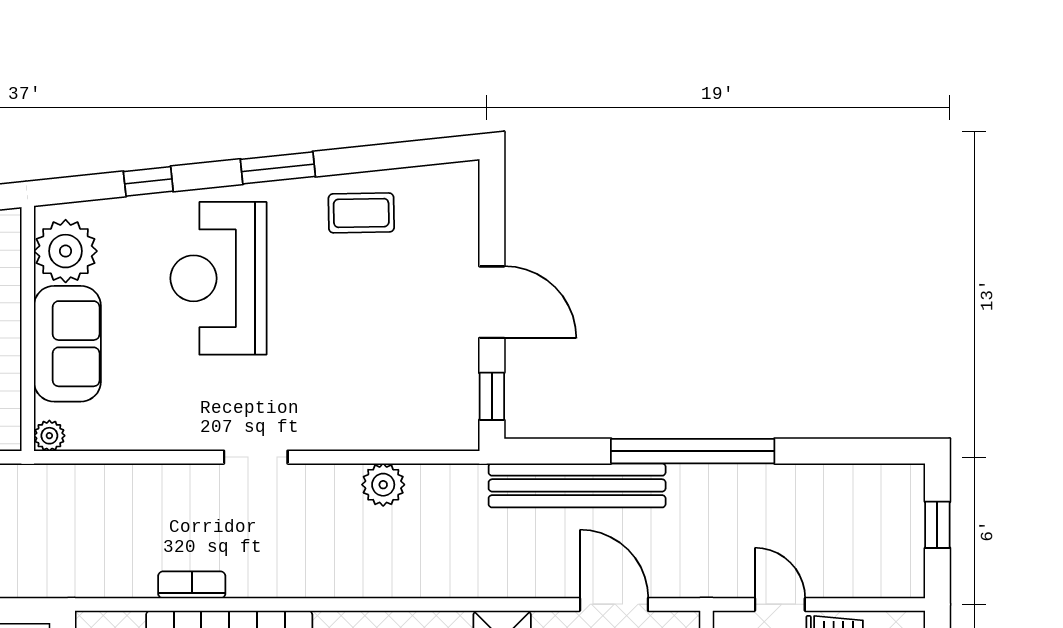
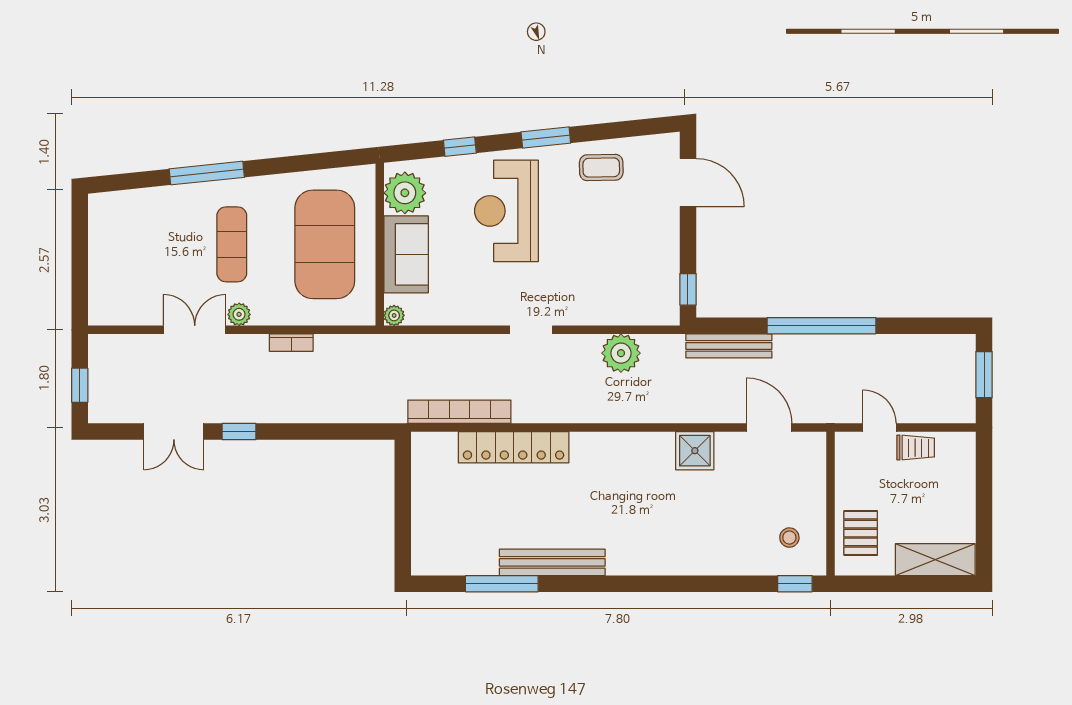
door: (492, 302) -> (688, 183), moved
plant: (383, 485) -> (621, 353), width x1.36, depth x1.36
bench: (577, 485) -> (729, 346), width x0.73, depth x0.82
window: (937, 525) -> (984, 375), width x1.50
bookcase: (192, 585) -> (459, 412), width x2.31, depth x1.31

